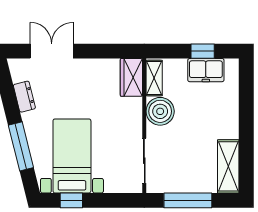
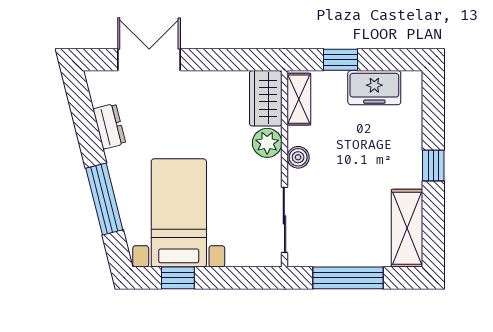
window: (203, 51) -> (340, 60), moved
plant: (132, 108) -> (267, 143), added
boiler: (160, 111) -> (298, 157), width x0.54, depth x0.54
window: (246, 123) -> (433, 166), added

